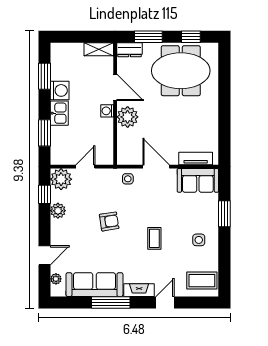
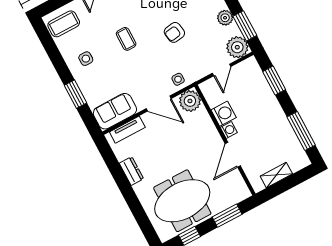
shelving: (99, 49) -> (276, 175), moved
dresser: (130, 50) -> (131, 171), moved, turned 90
window: (44, 76) -> (301, 131), width x1.44
door: (115, 87) -> (233, 155), hinge flipped
washing machine: (60, 90) -> (224, 114), moved, turned 180
kitchen sink: (59, 113) -> (270, 105), removed
plant: (128, 117) -> (190, 101), moved
window: (44, 194) -> (245, 26), width x1.50

